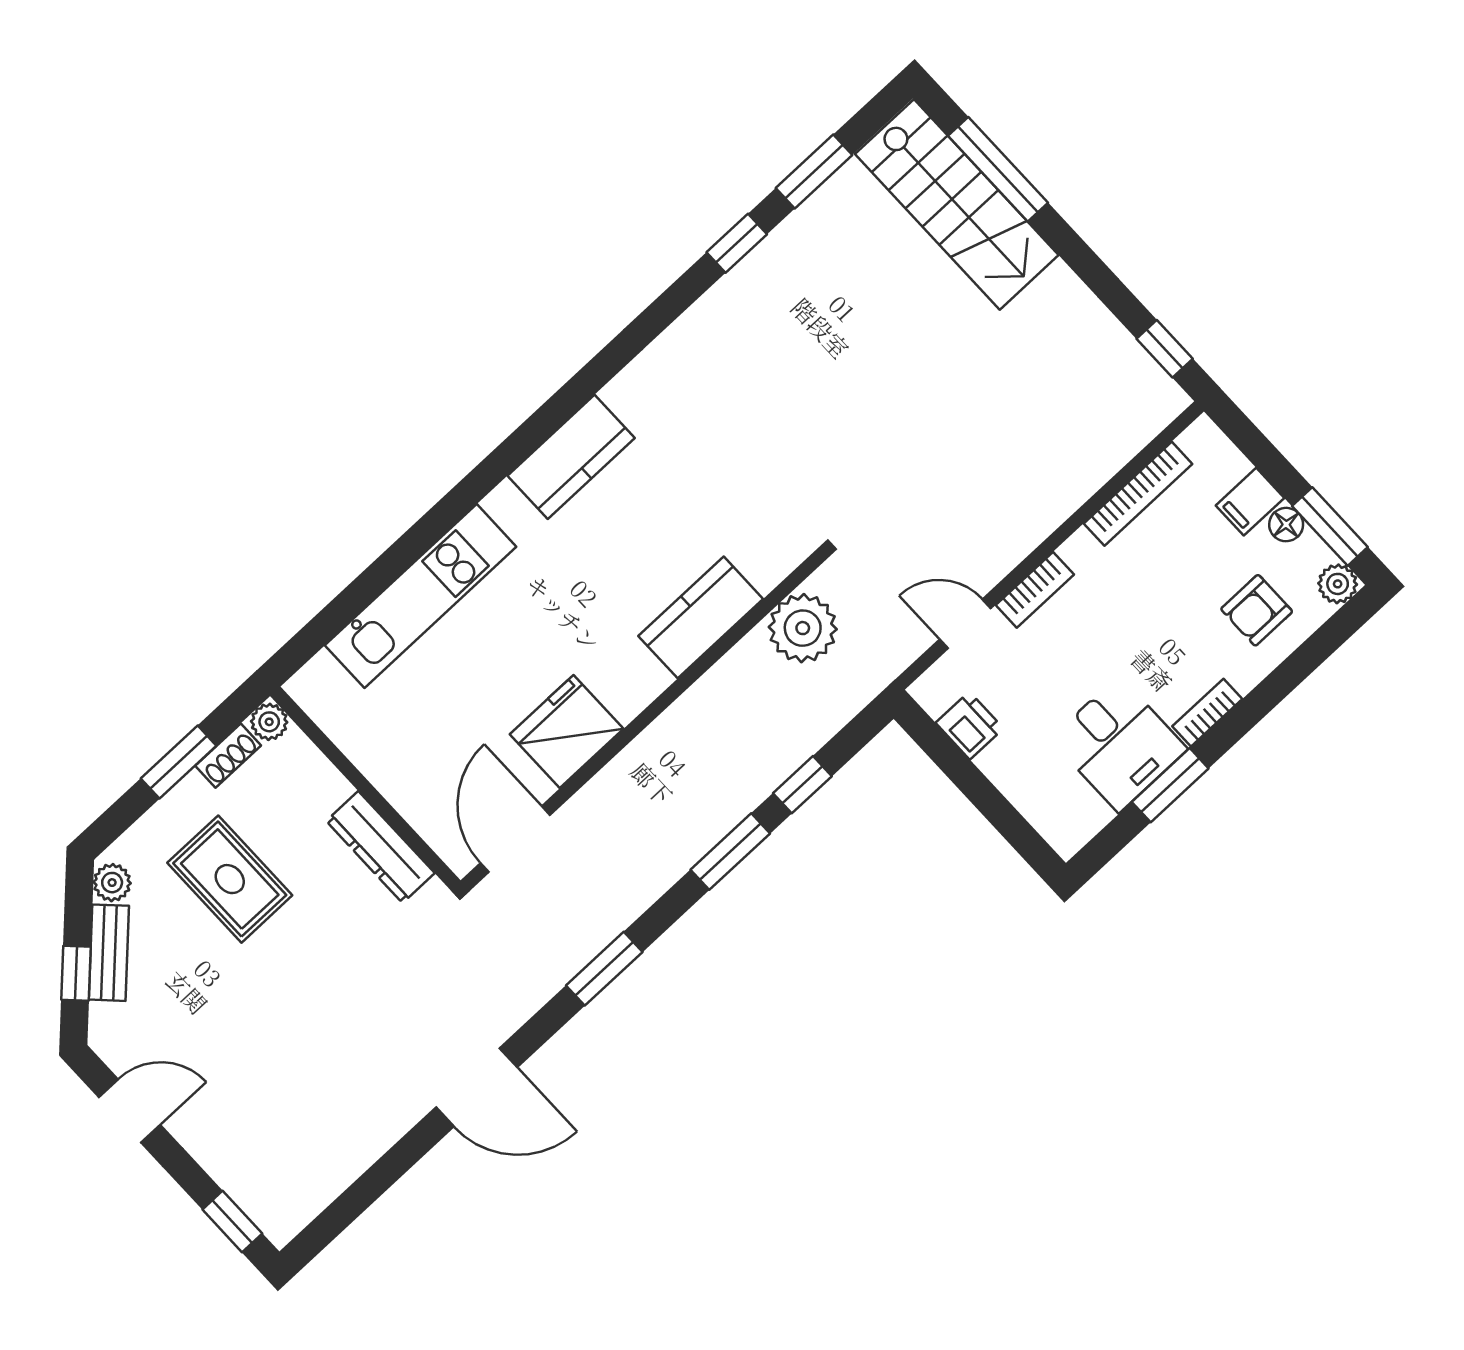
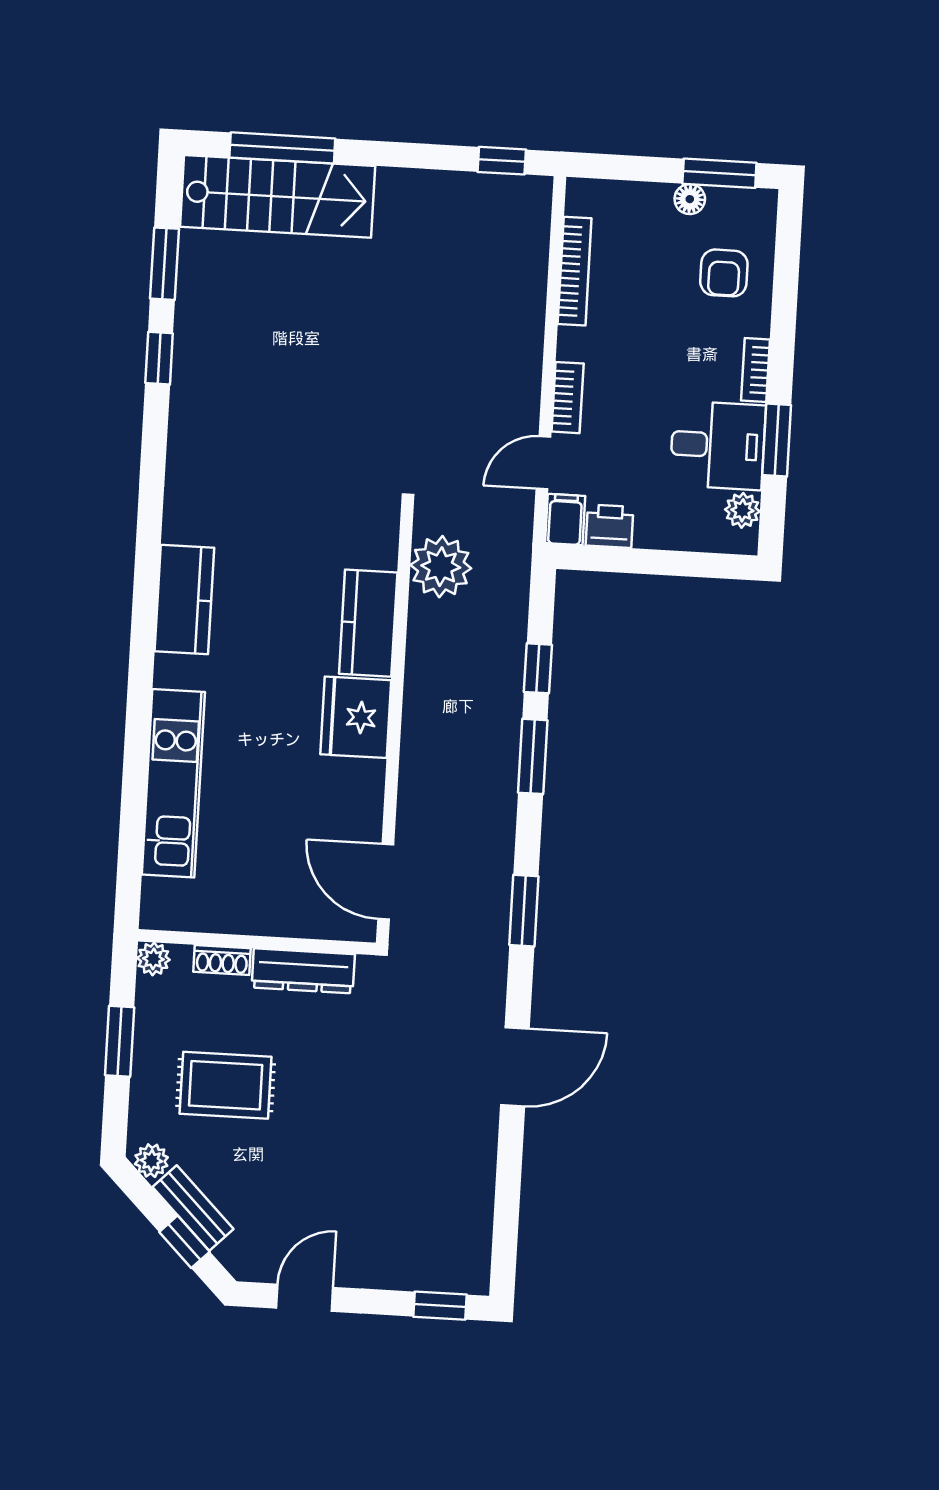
filing cabinet: (1250, 502) -> (565, 519), moved, turned 180
plant: (1338, 584) -> (742, 510), moved
fridge: (567, 731) -> (356, 717), moved
shoe rack: (228, 756) -> (222, 960), moved, turned 90

